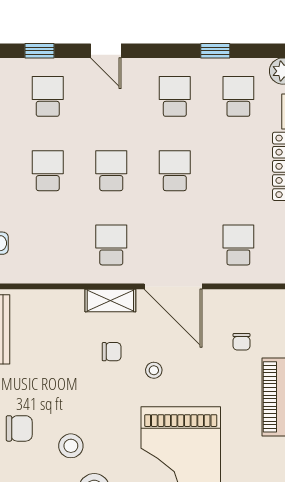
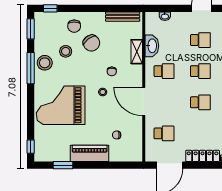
washbasin: (59, 270) -> (152, 46), added
door: (173, 286) -> (144, 101), hinge flipped
shelving: (110, 301) -> (137, 52), moved
chair: (54, 393) -> (91, 43), added

